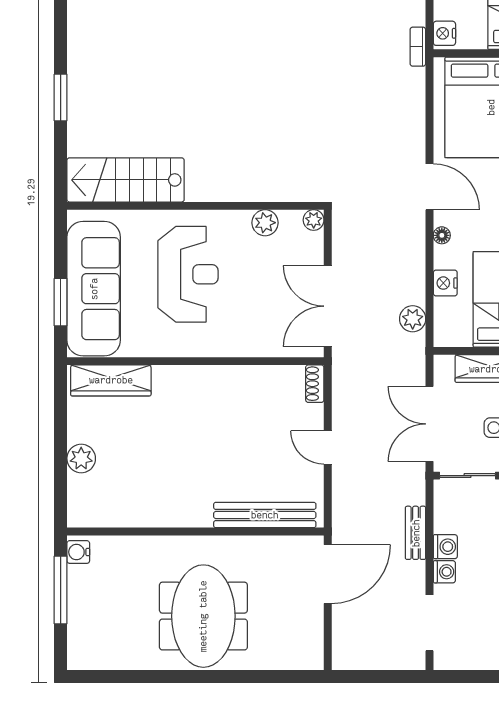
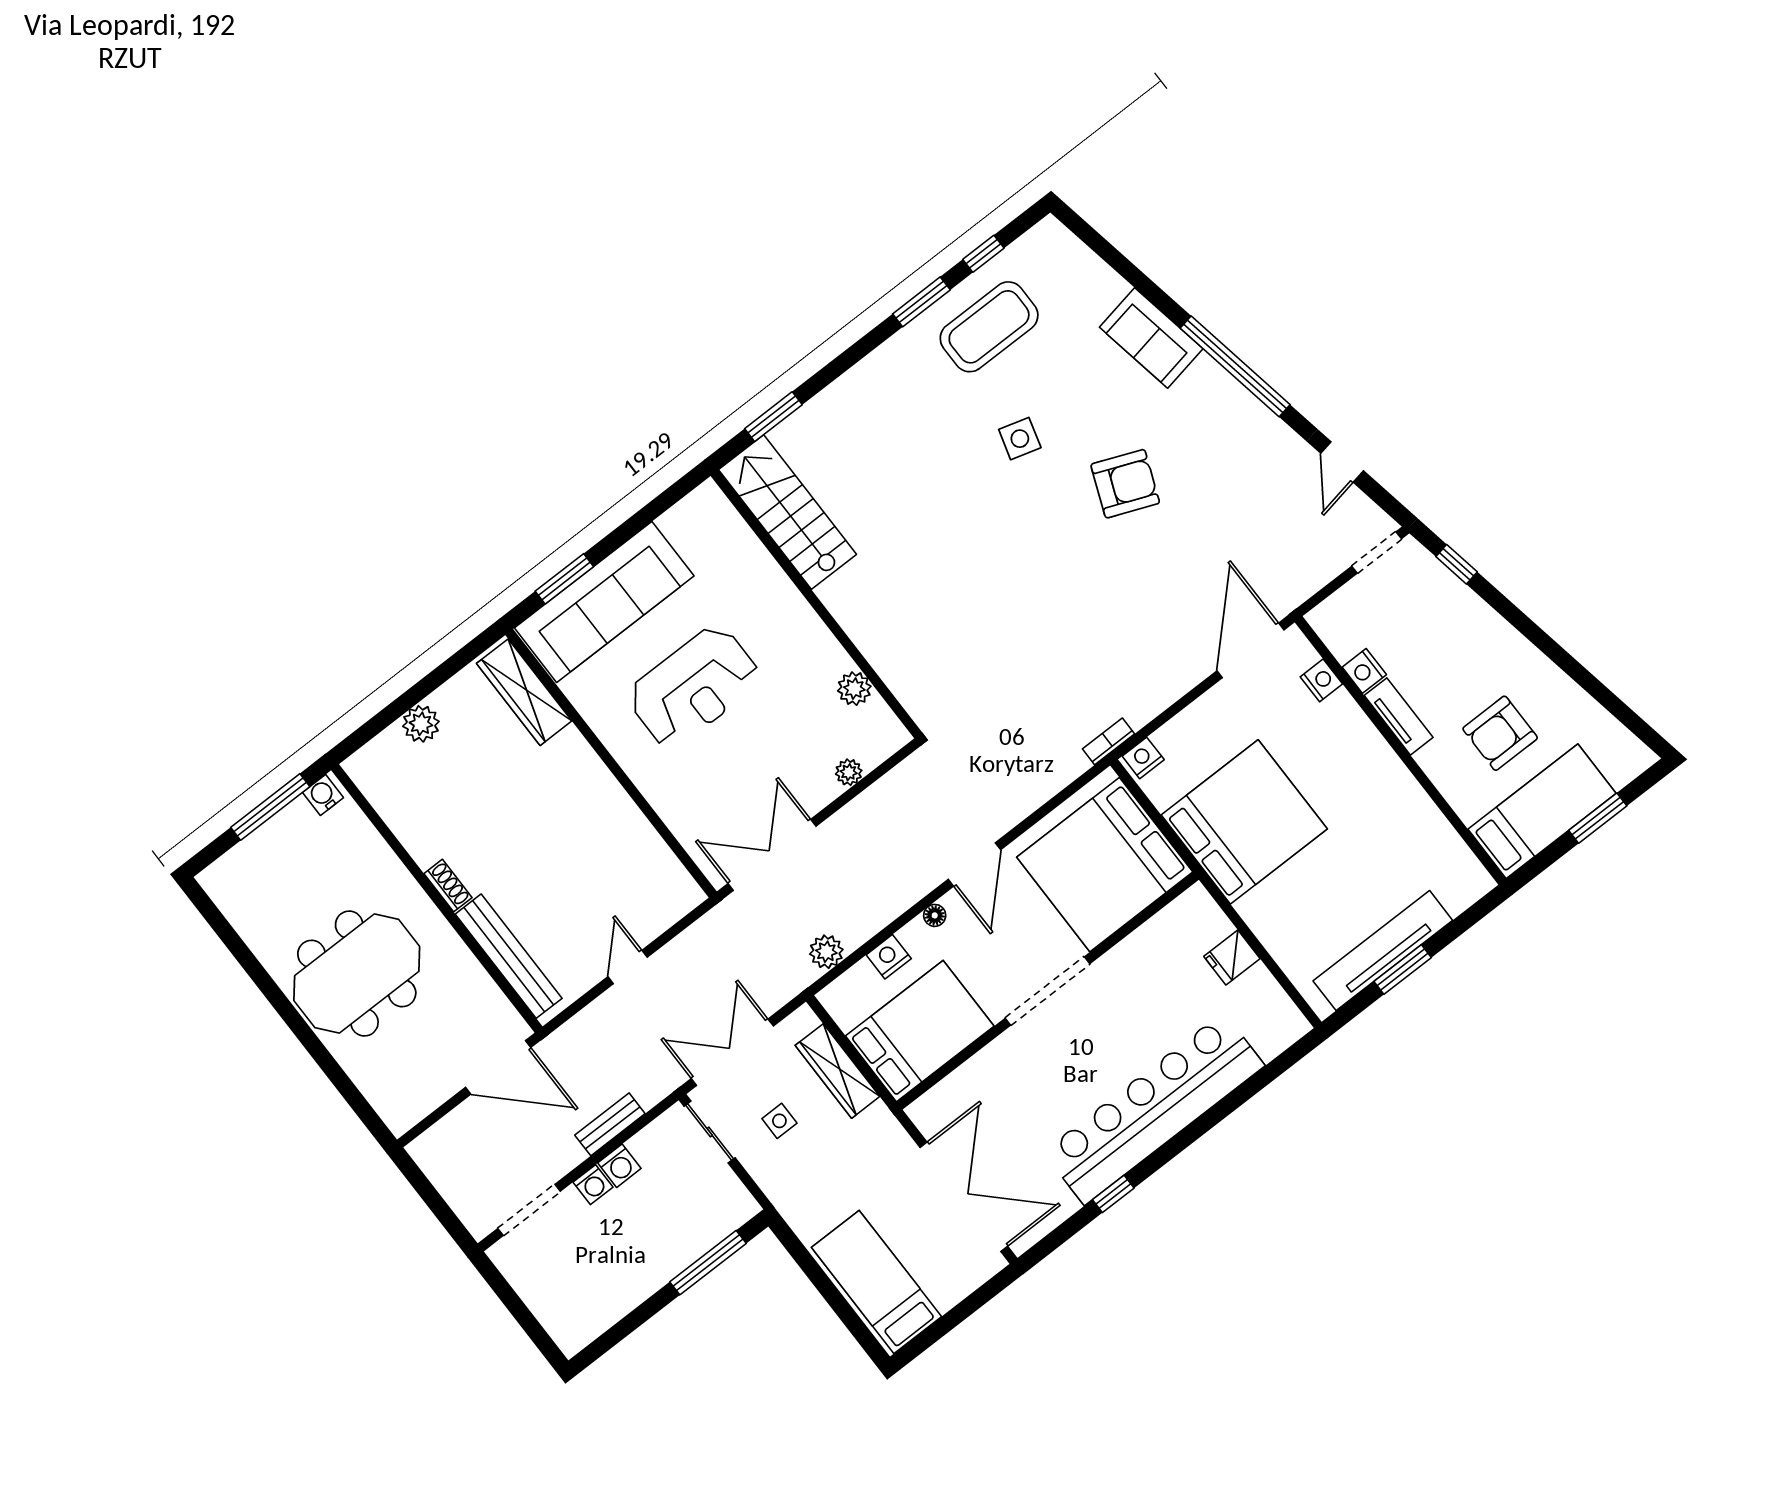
stairs: (126, 180) -> (787, 512), moved
wall: (195, 206) -> (816, 604), moved
plant: (265, 223) -> (854, 689), moved
shoe rack: (315, 384) -> (448, 886), moved, turned 90

